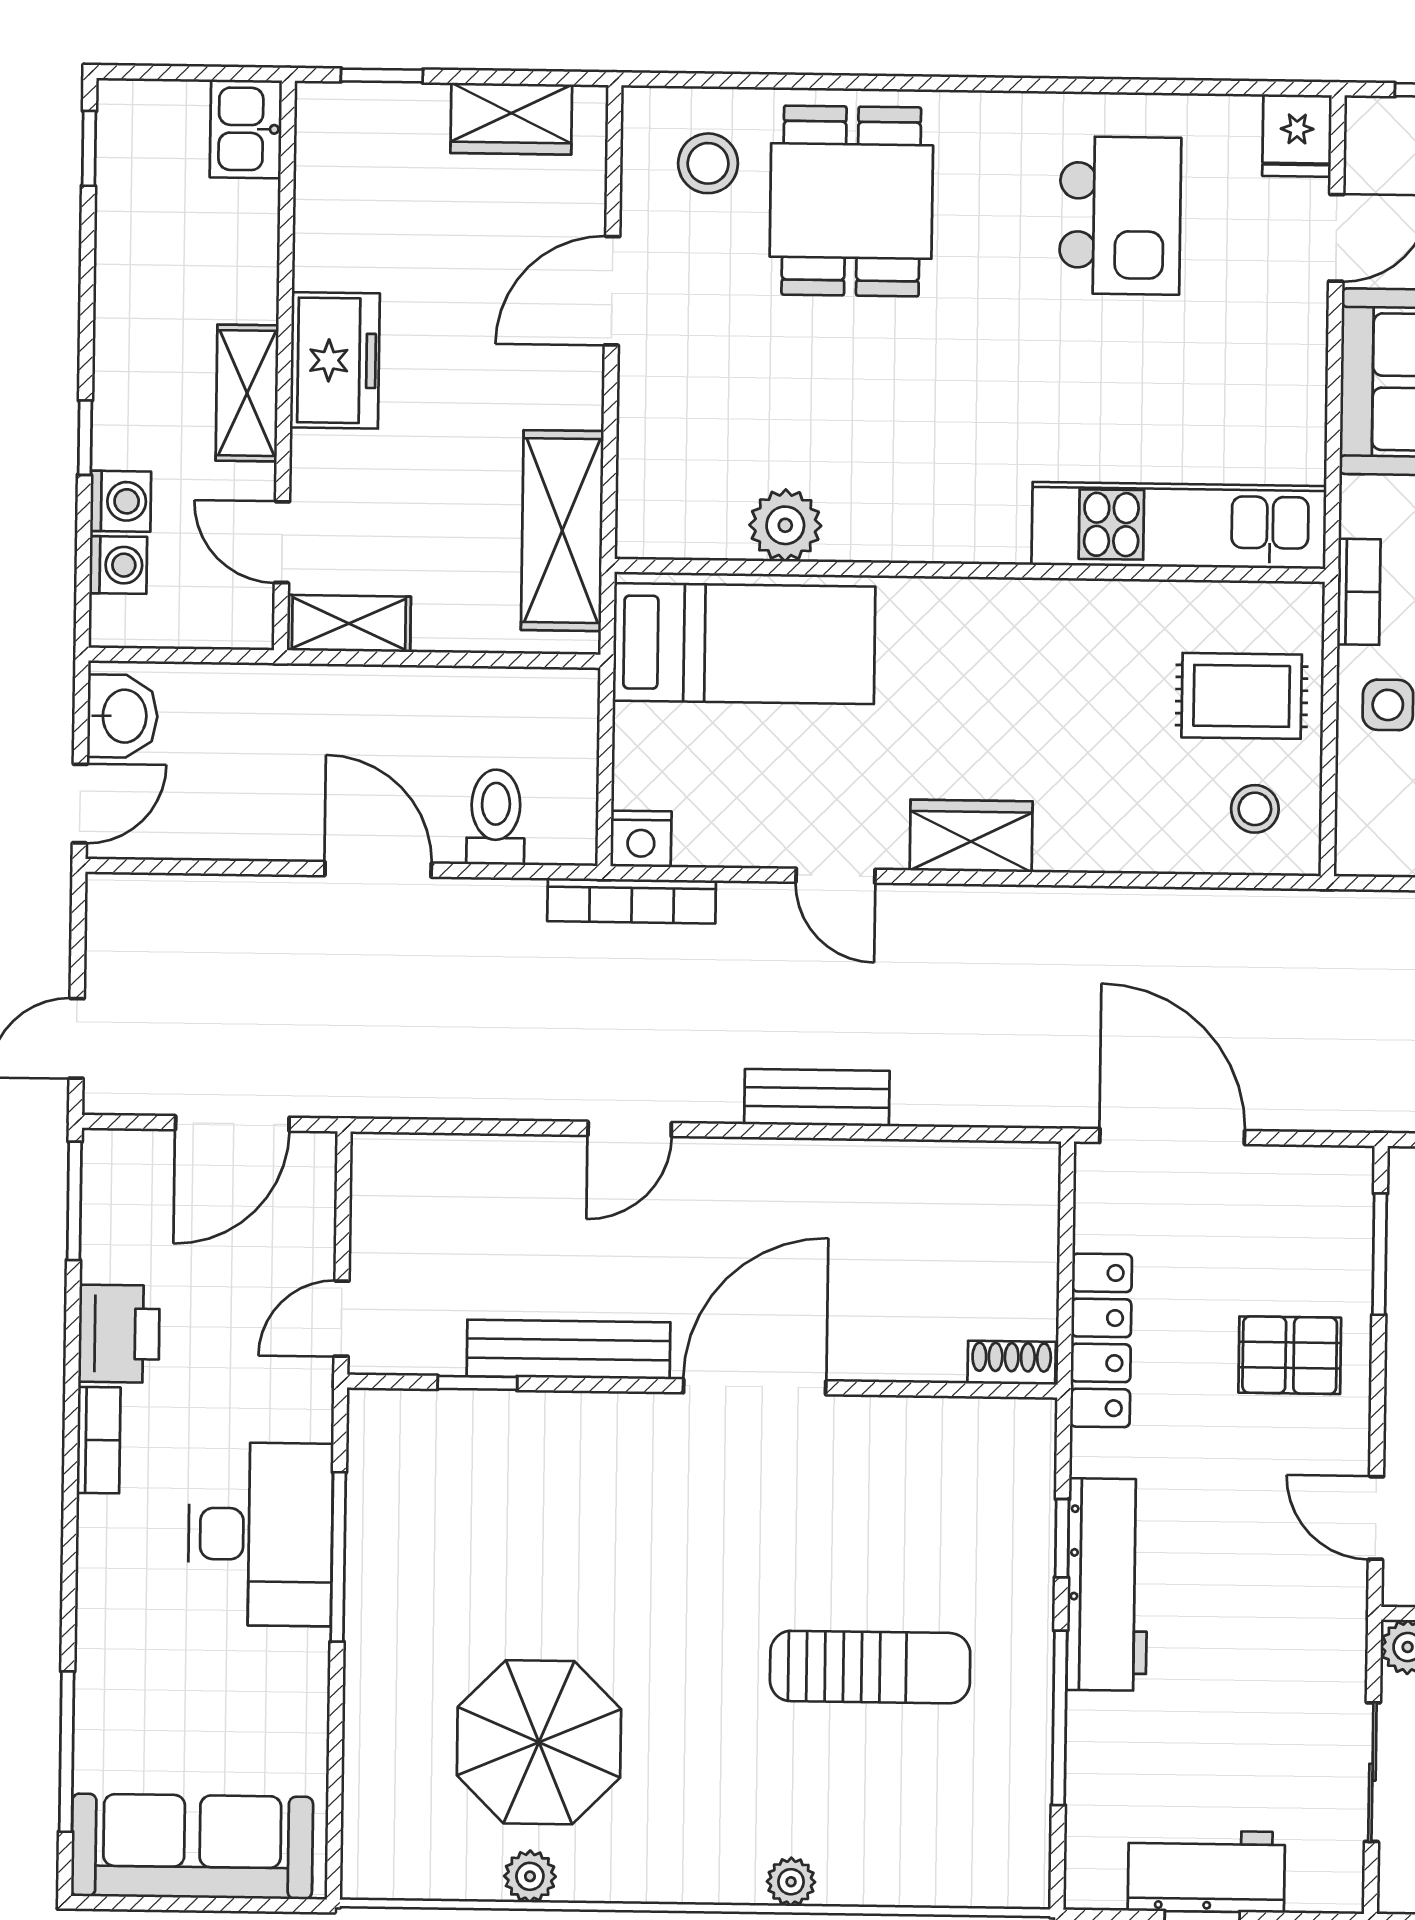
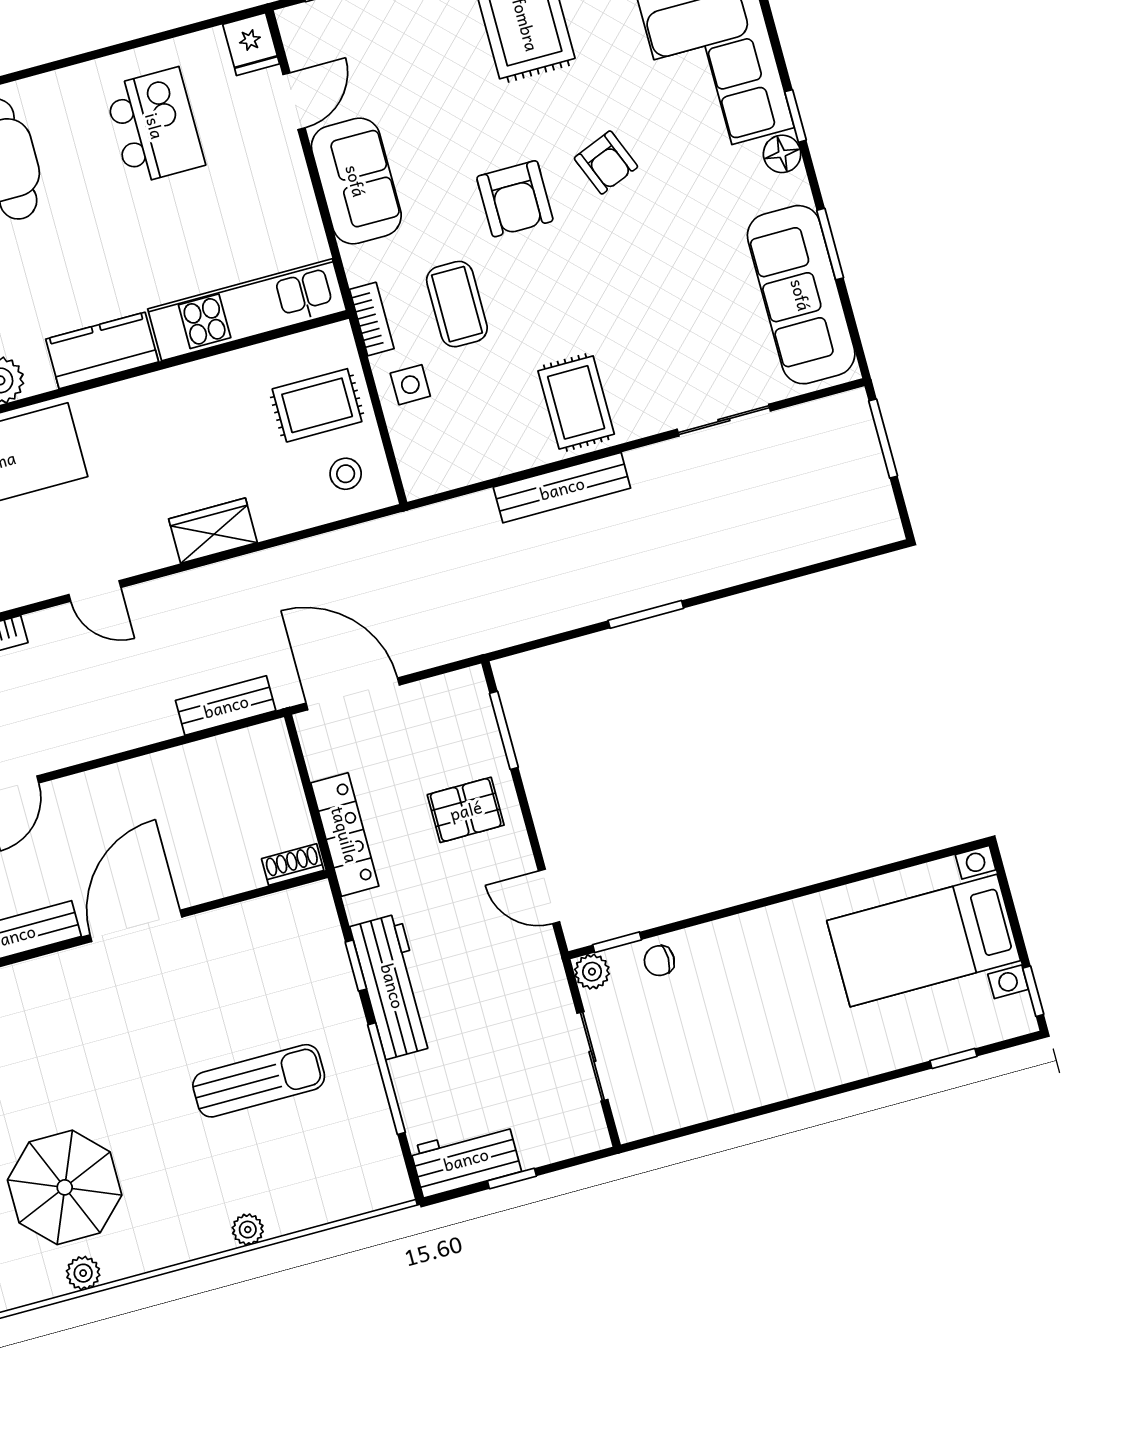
kitchen counter: (948, 524) -> (102, 350), added
wardrobe: (971, 836) -> (213, 531), moved
bench: (817, 1098) -> (226, 706), moved
workbench: (1206, 1871) -> (466, 1159), moved

